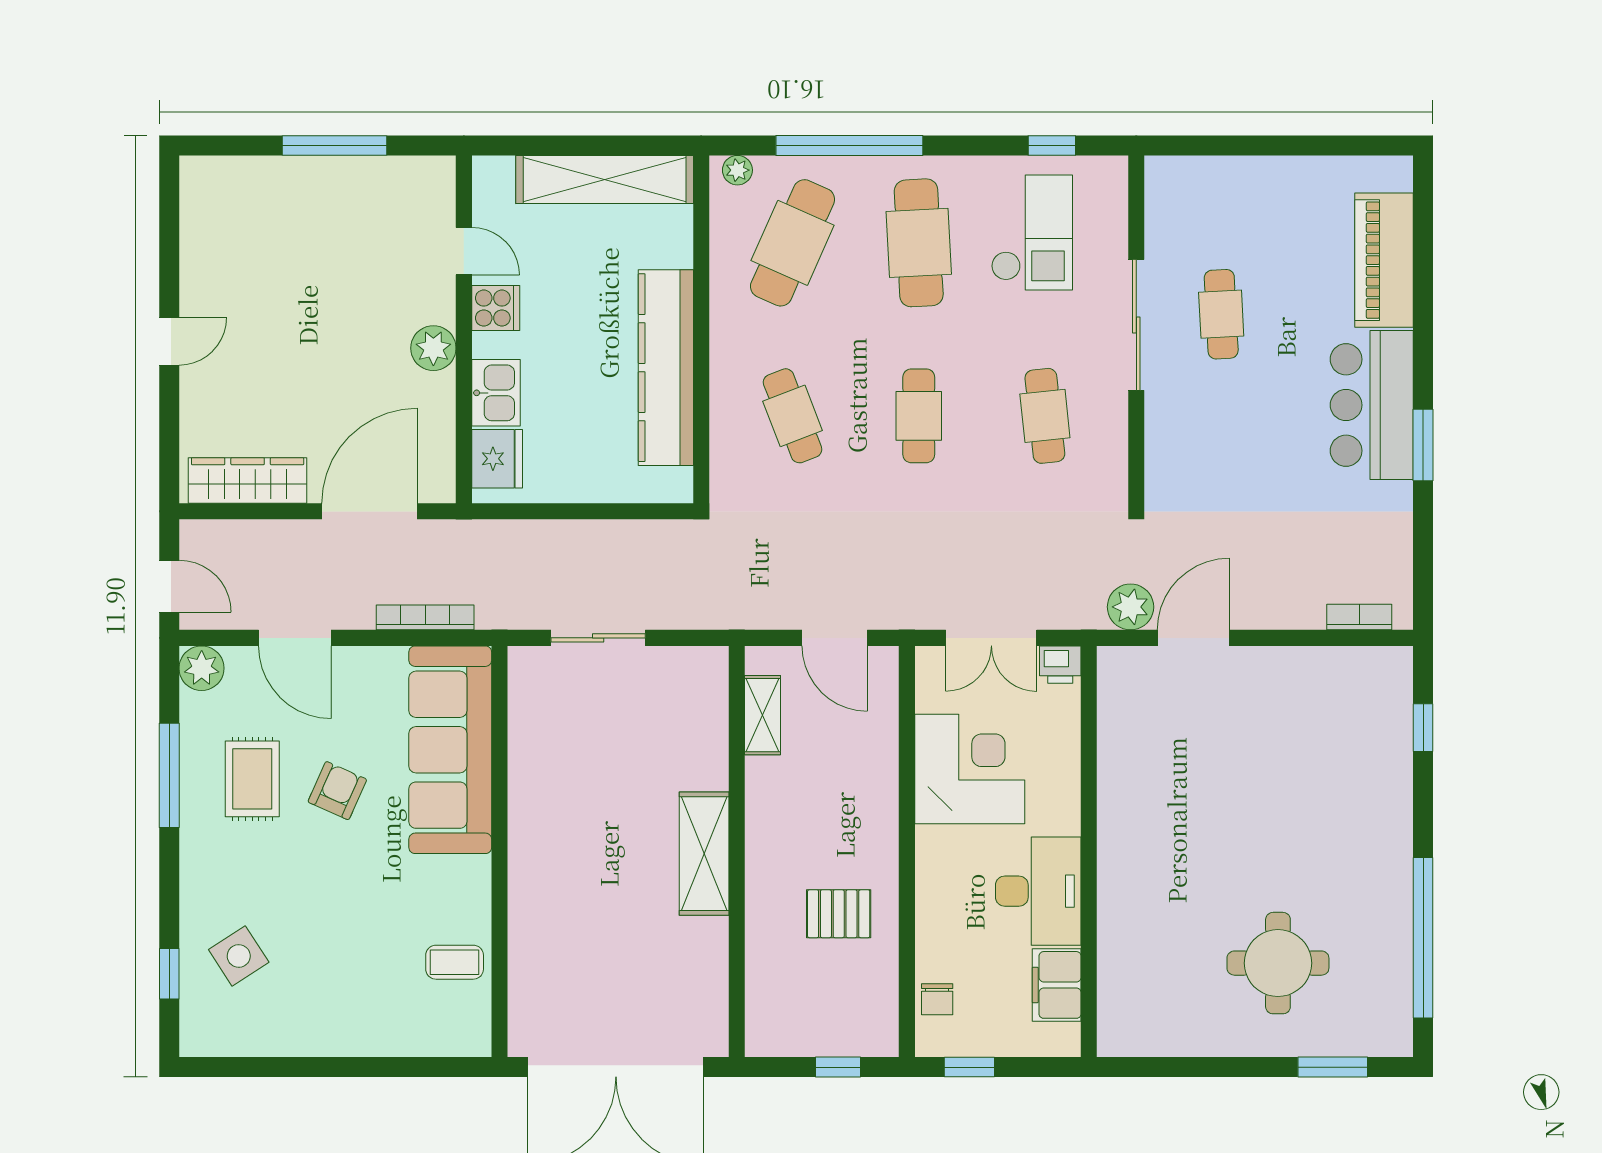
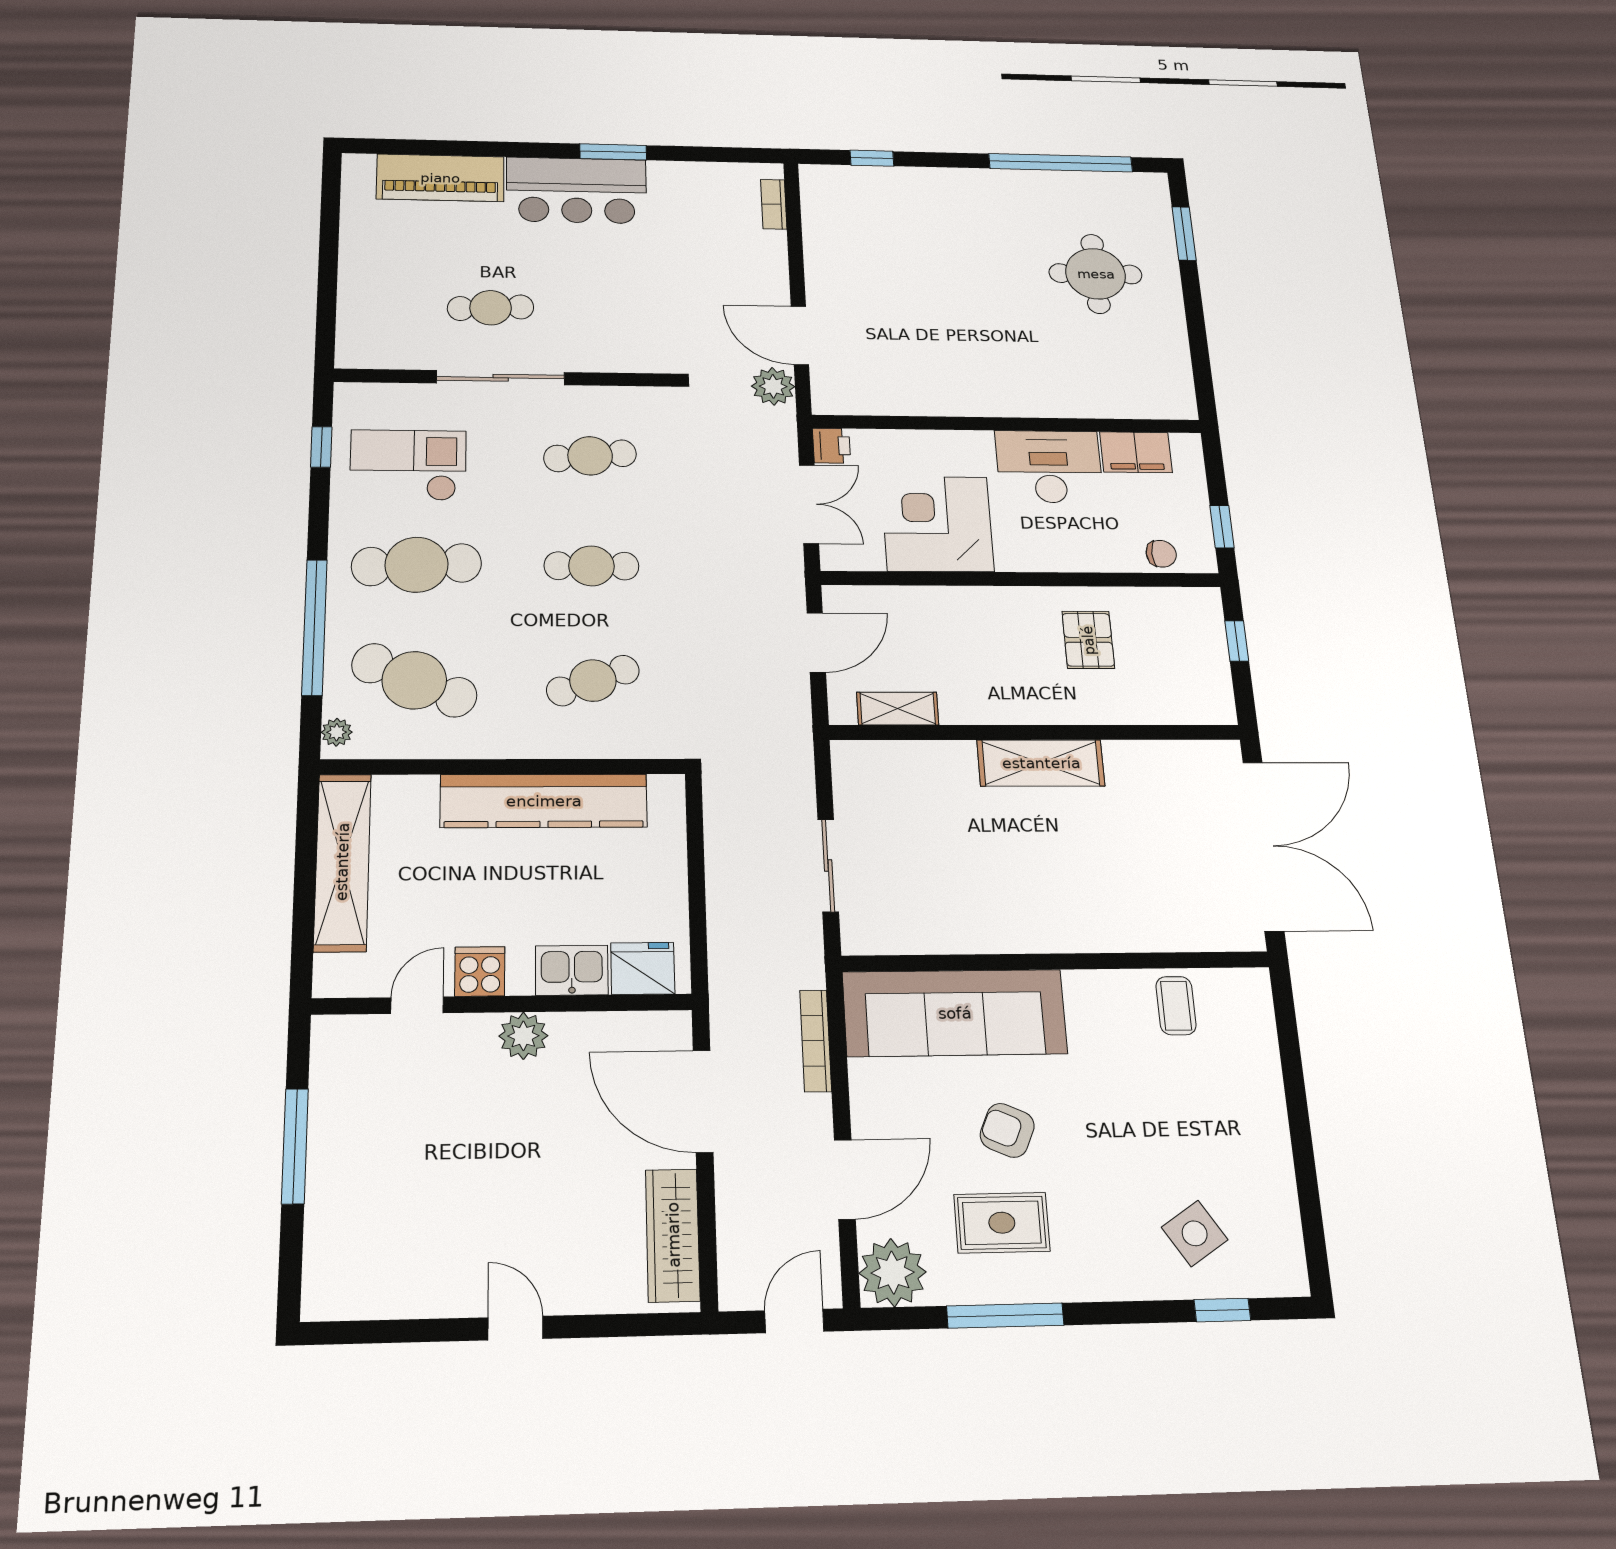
plant: (202, 668) -> (893, 1273), width x1.36, depth x1.36

